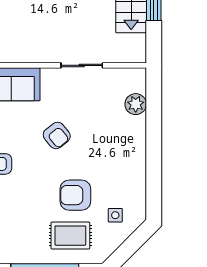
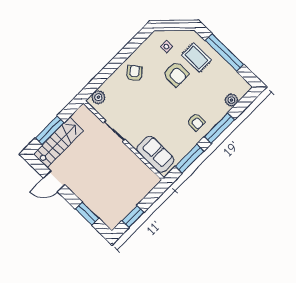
plant: (136, 104) -> (98, 97), moved
armchair: (57, 135) -> (134, 73), moved

